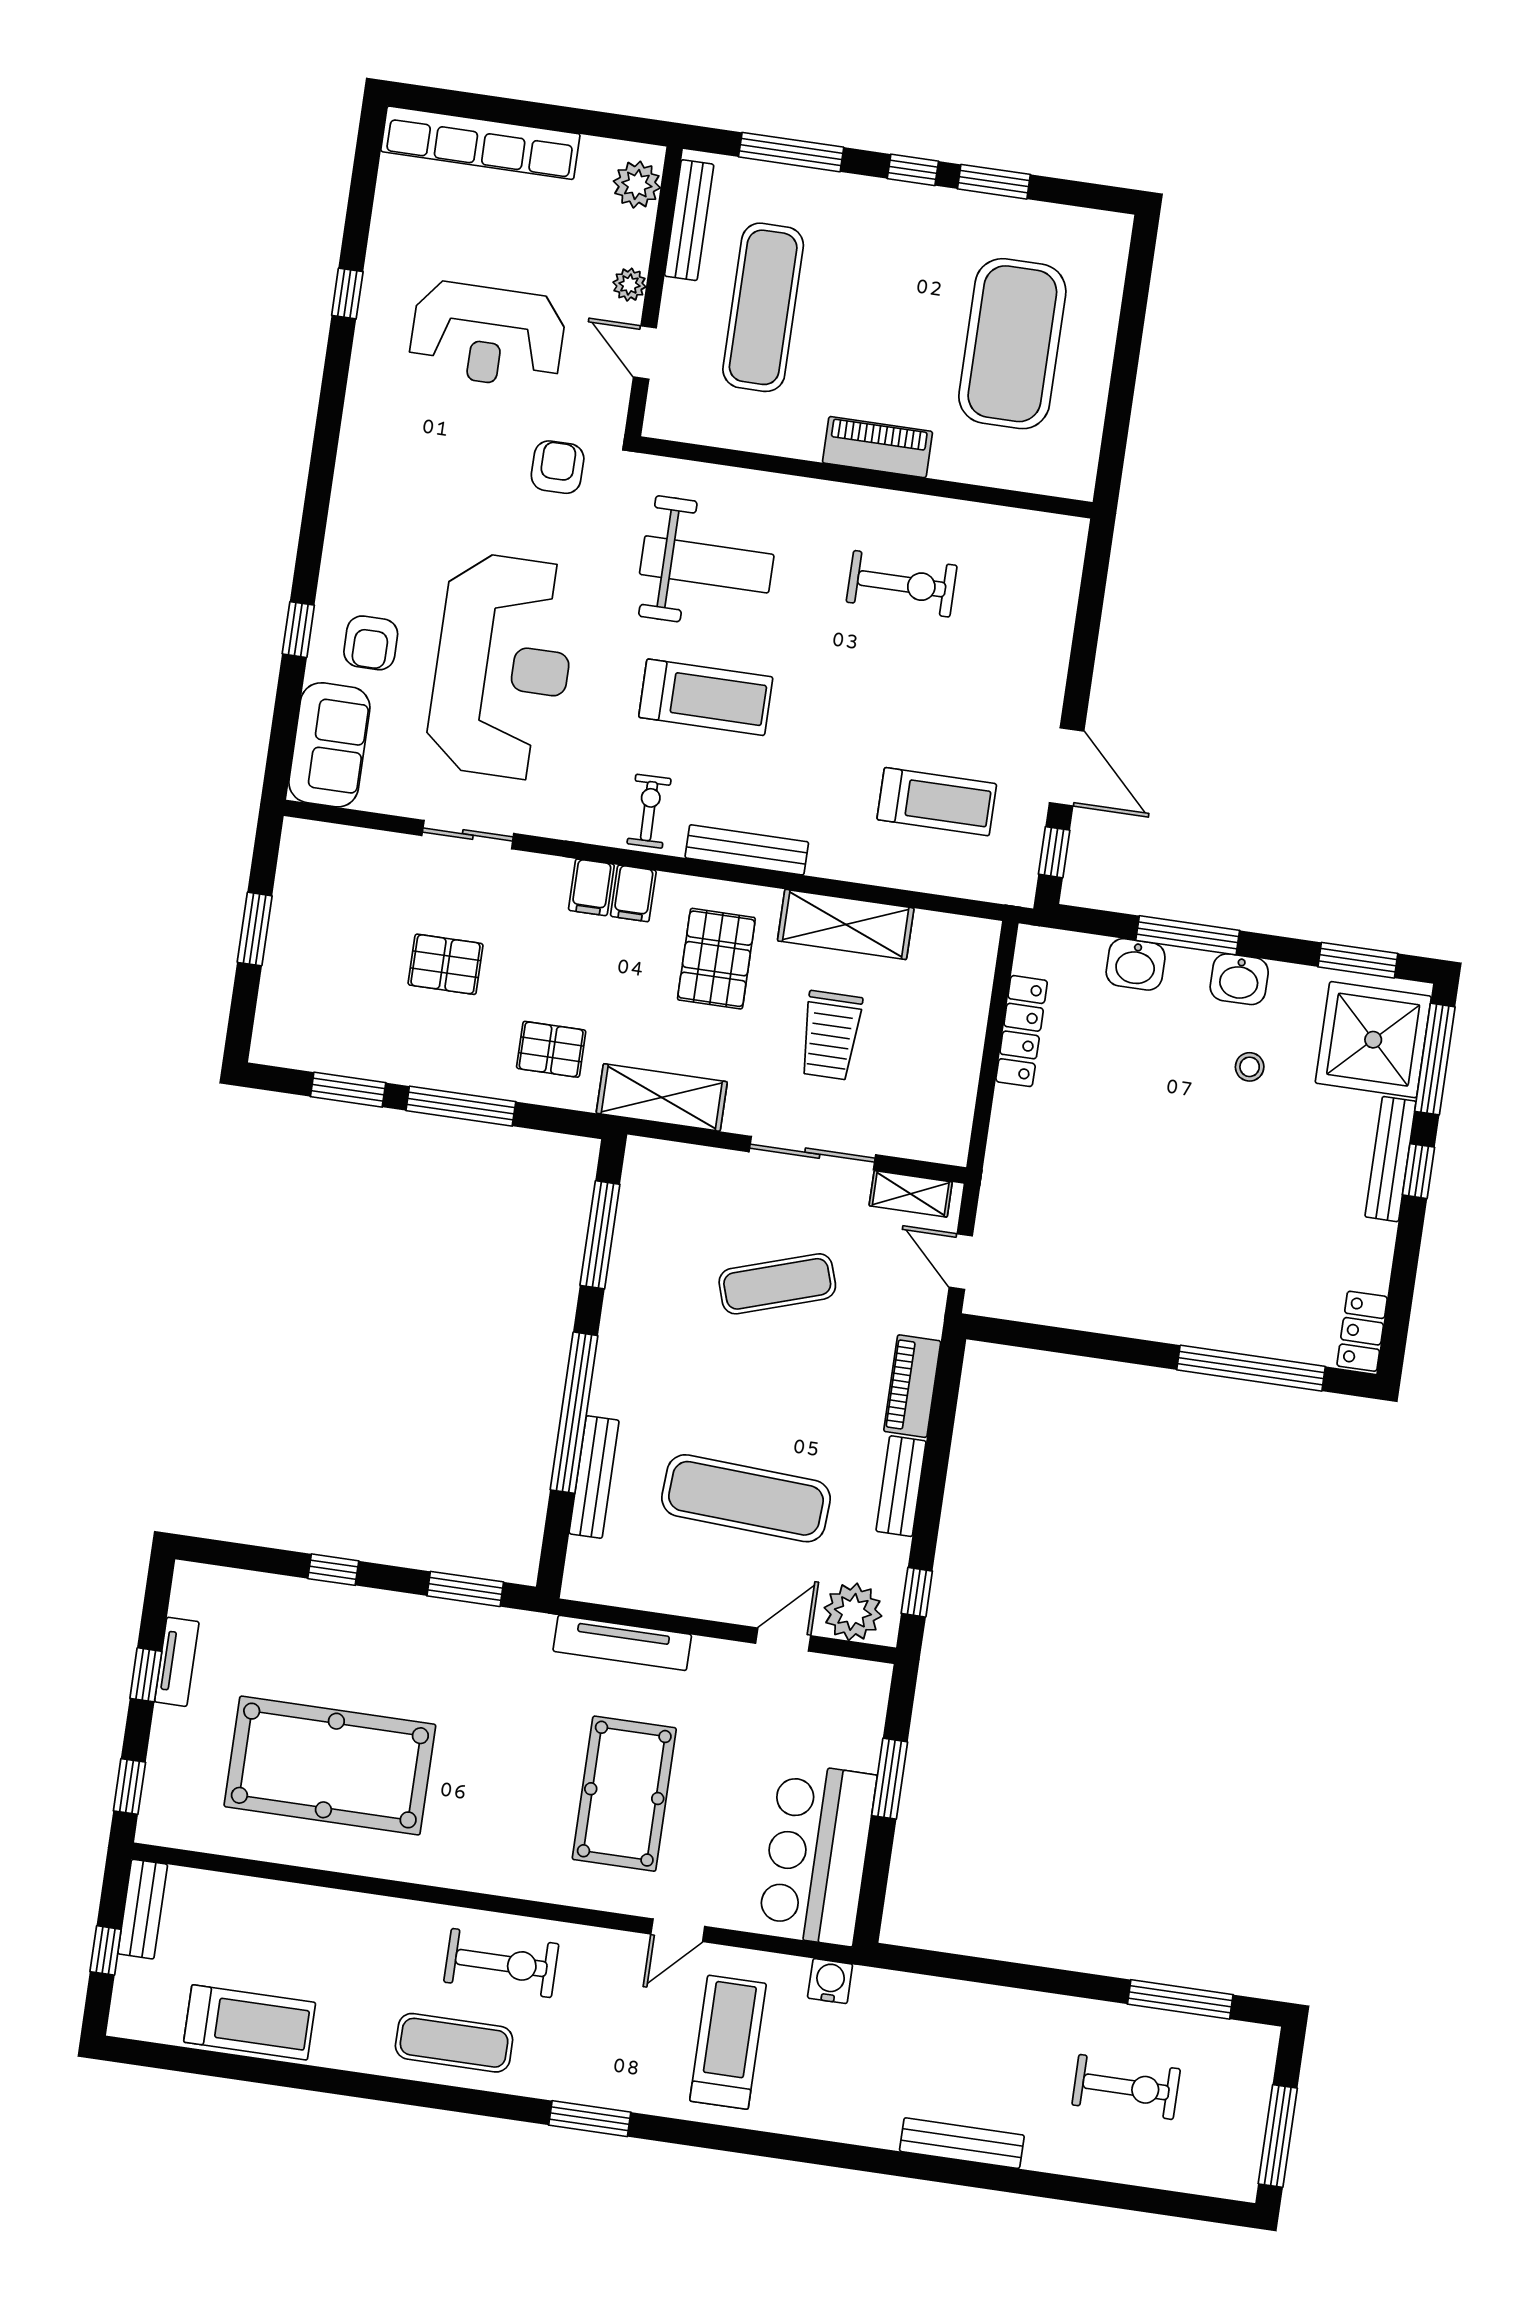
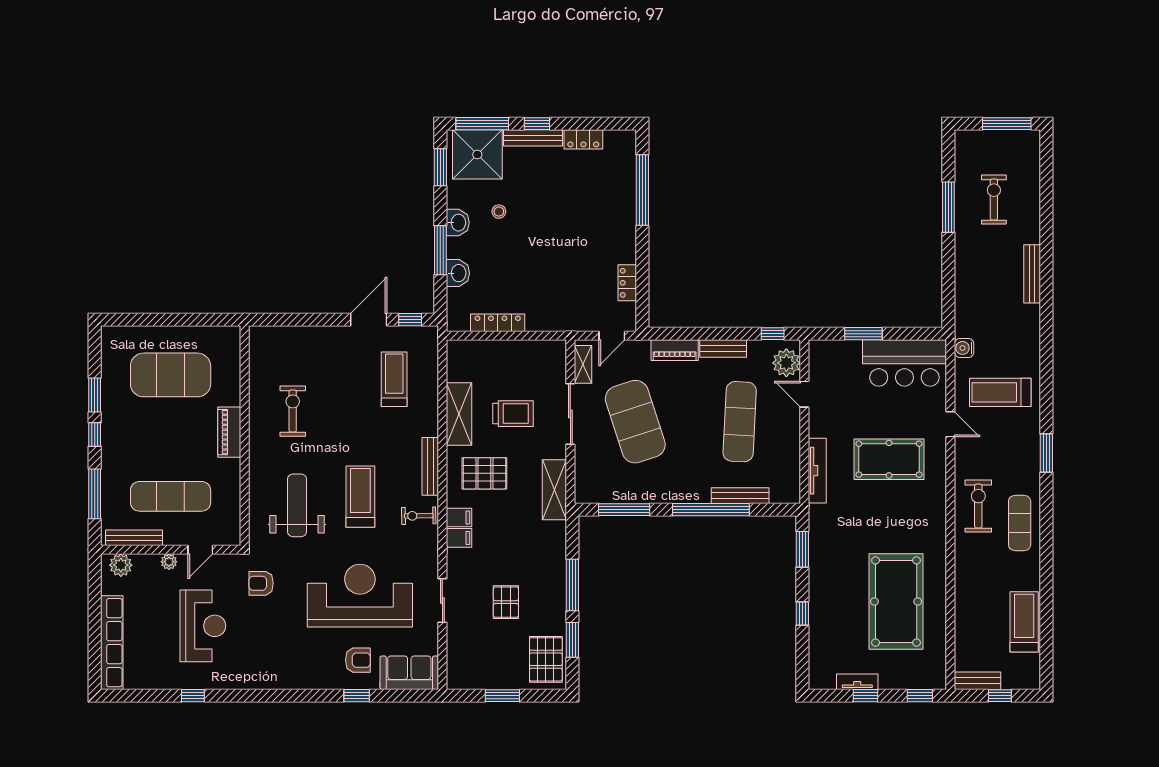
pallet: (551, 1049) -> (546, 659), moved, width x1.50, depth x1.42
exercise mat: (777, 1284) -> (635, 422), width x2.00, depth x1.45
locker: (1065, 1309) -> (627, 283), added
locker: (1362, 1331) -> (583, 139), moved
window: (1180, 1999) -> (948, 207), moved

